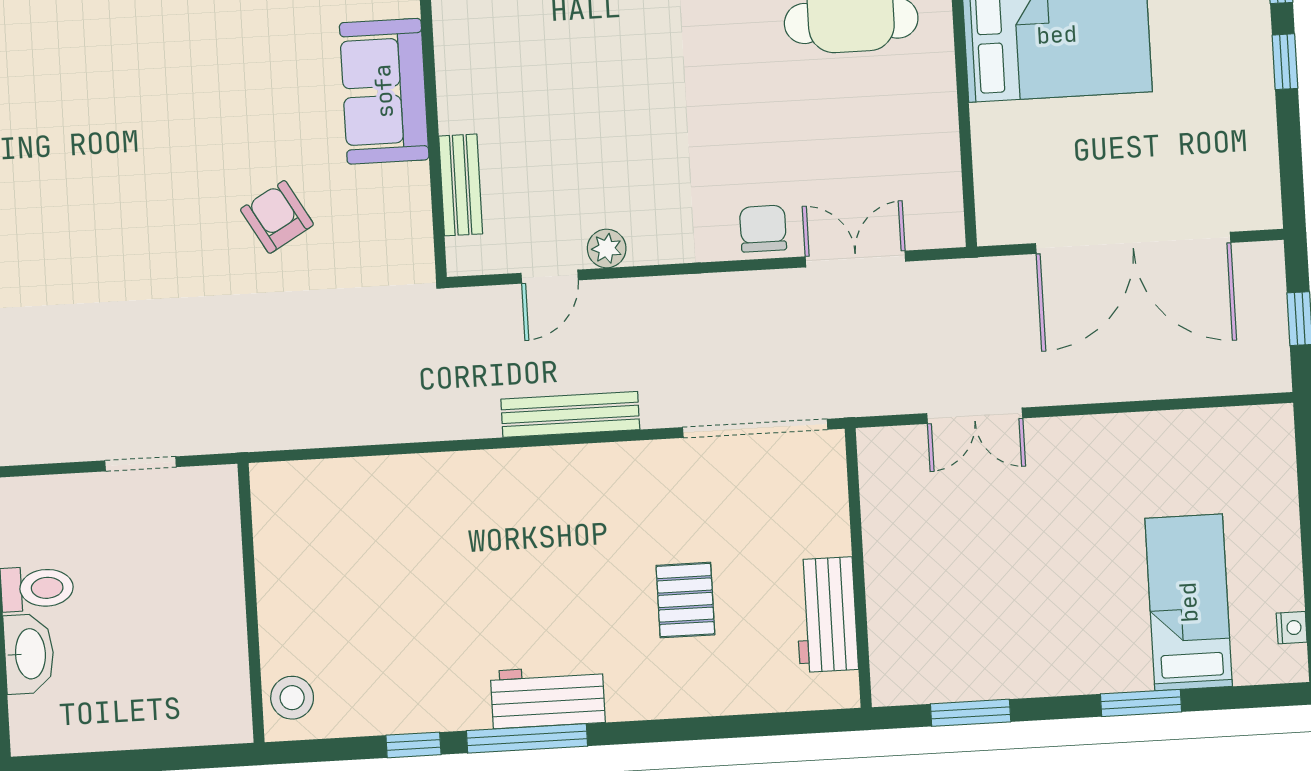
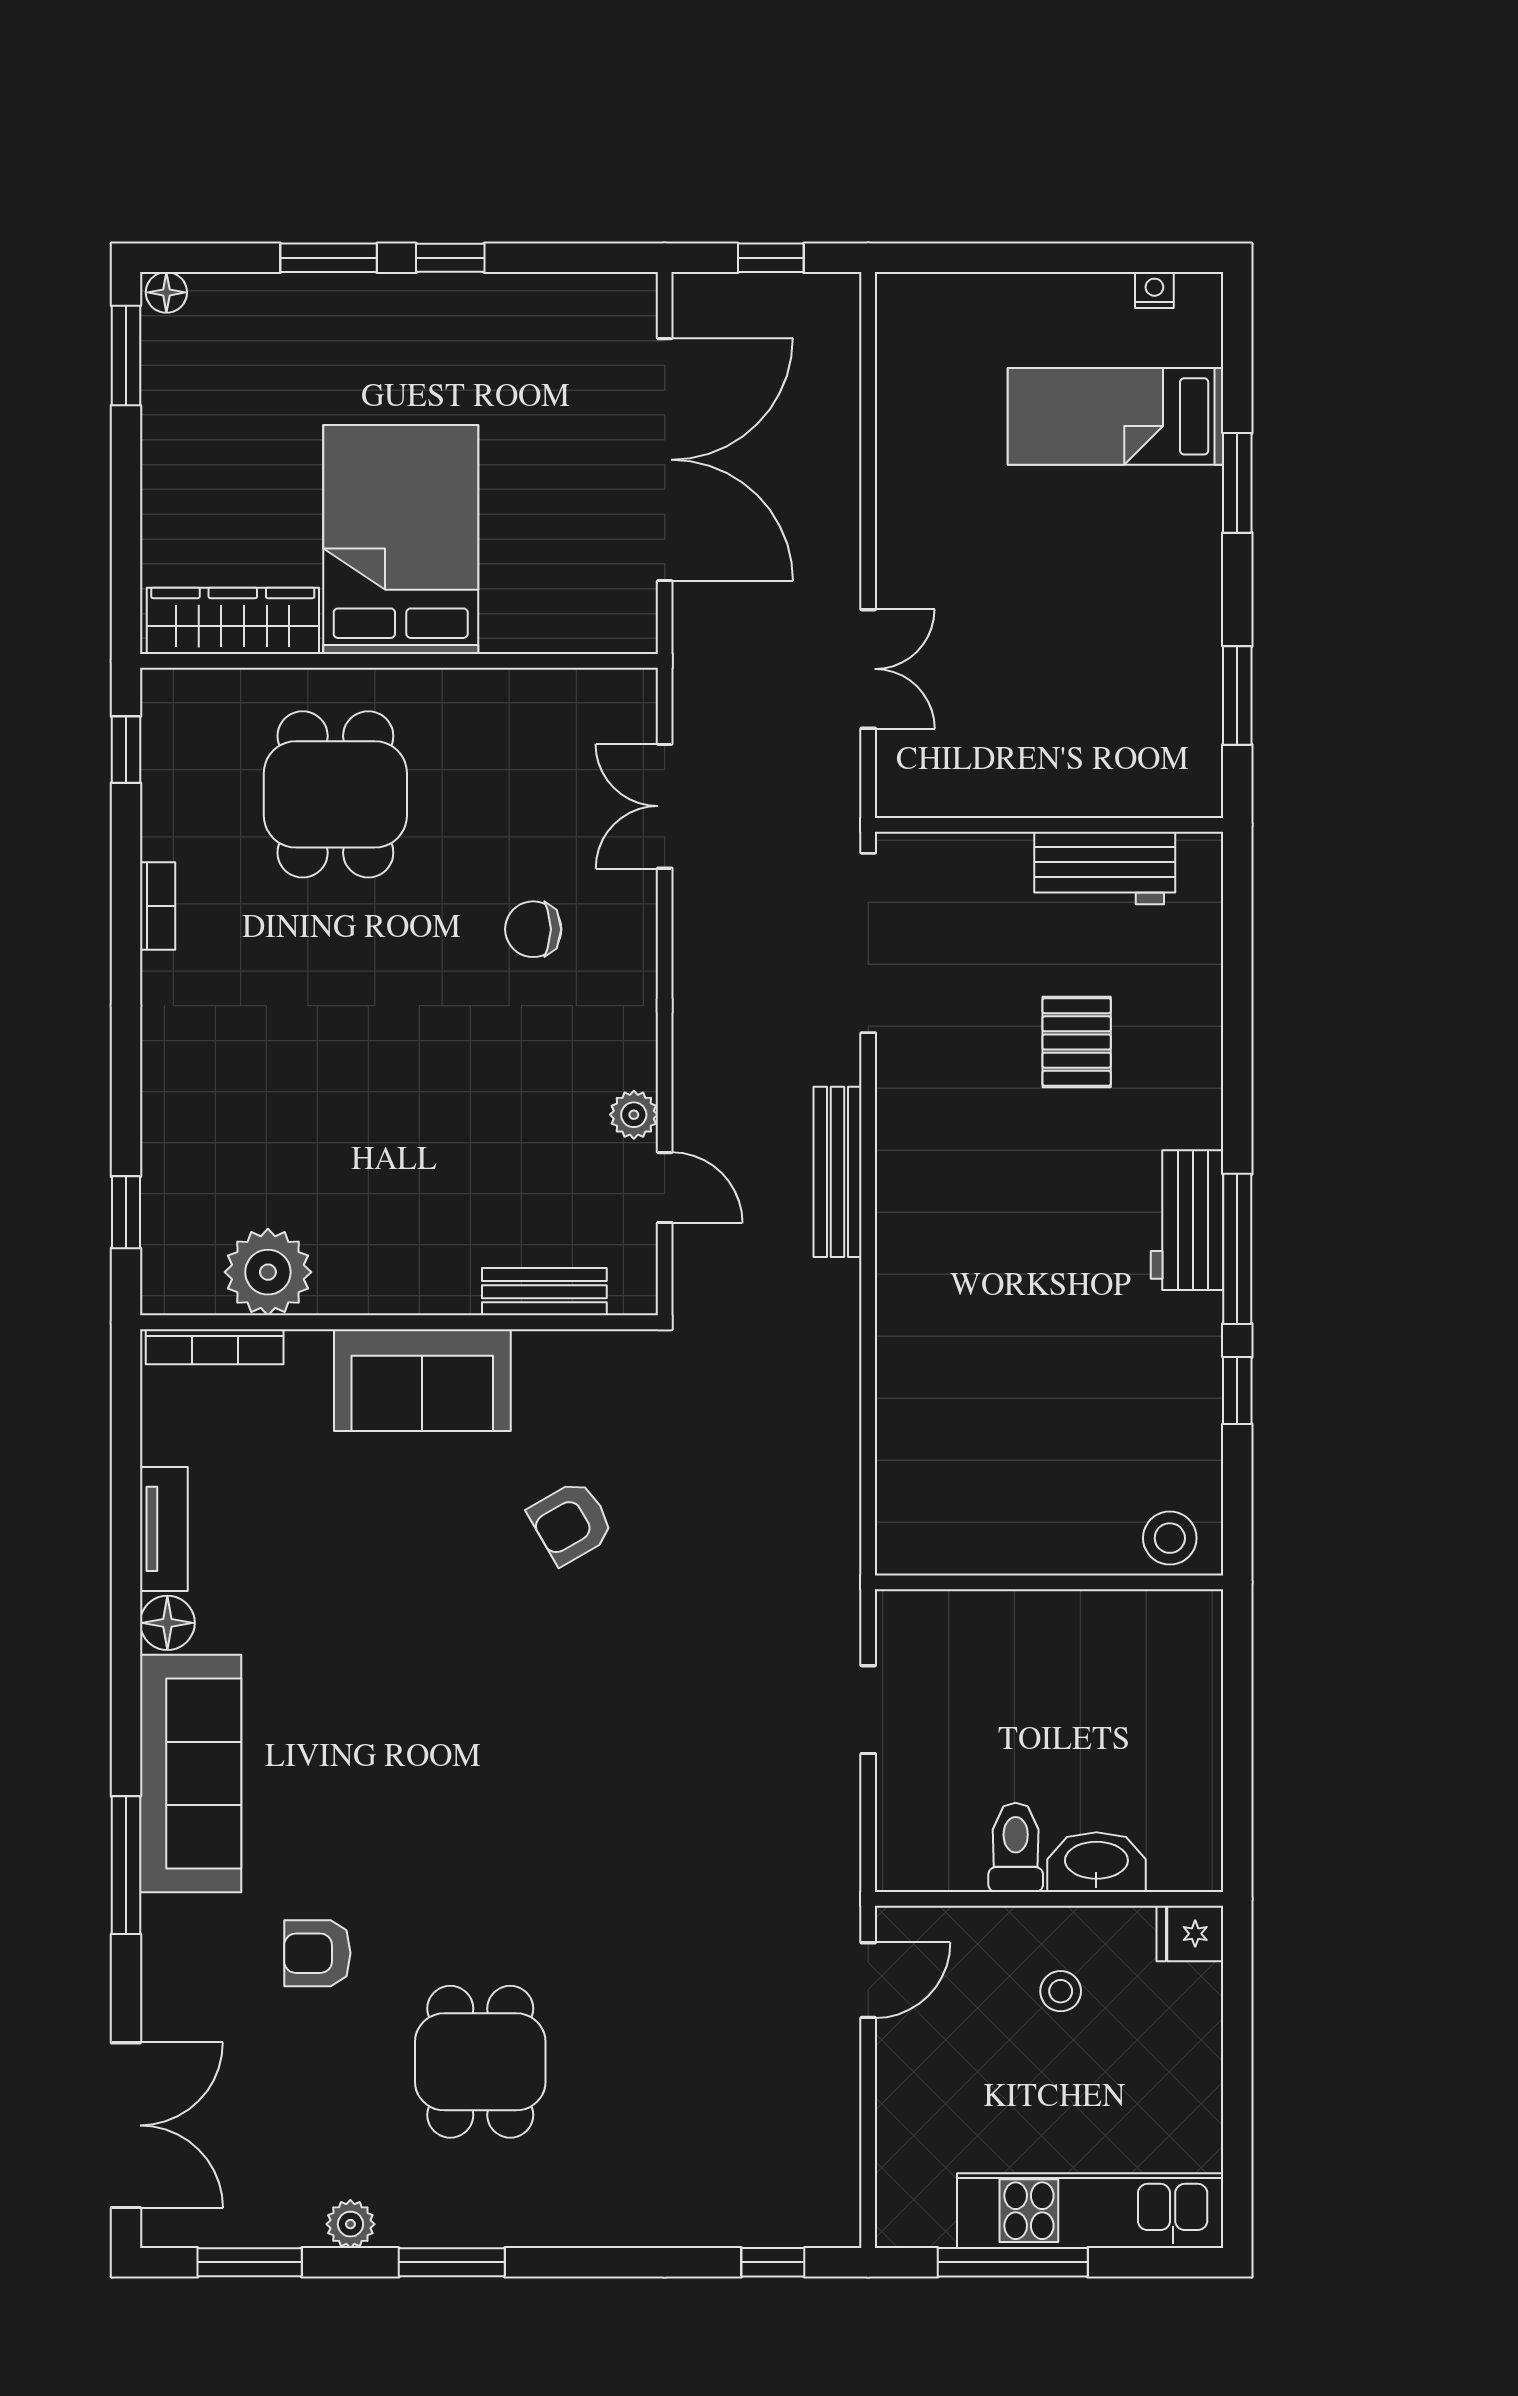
chair: (763, 229) -> (533, 929), moved
pallet: (685, 600) -> (1077, 1042), turned 90

